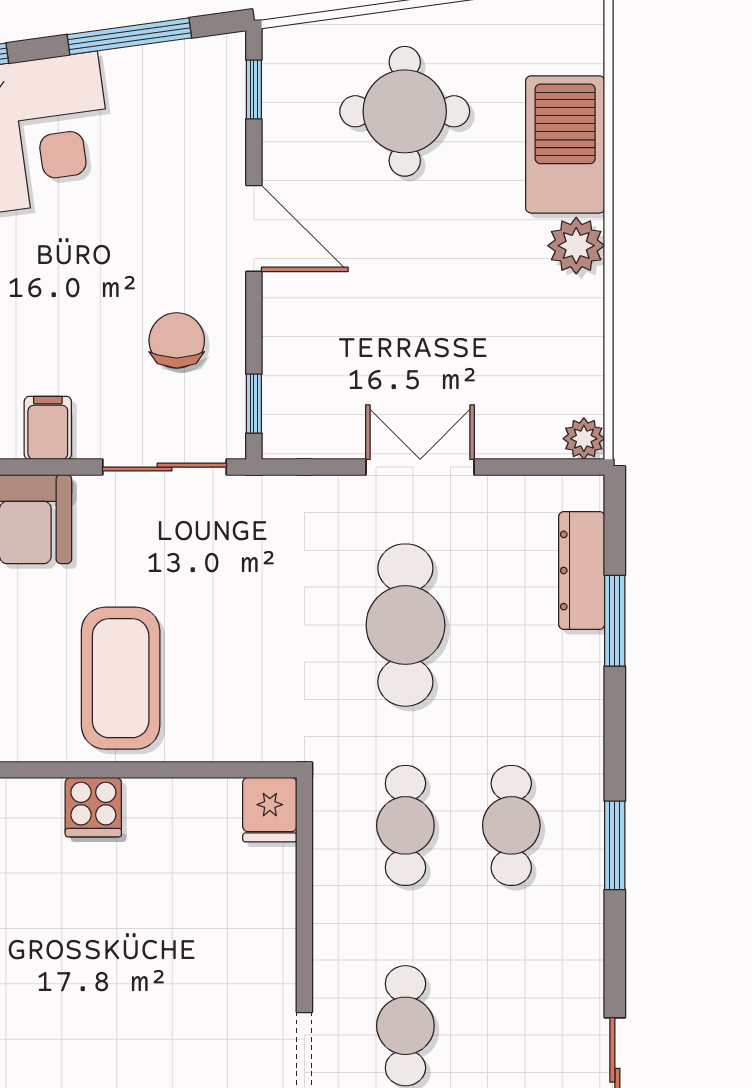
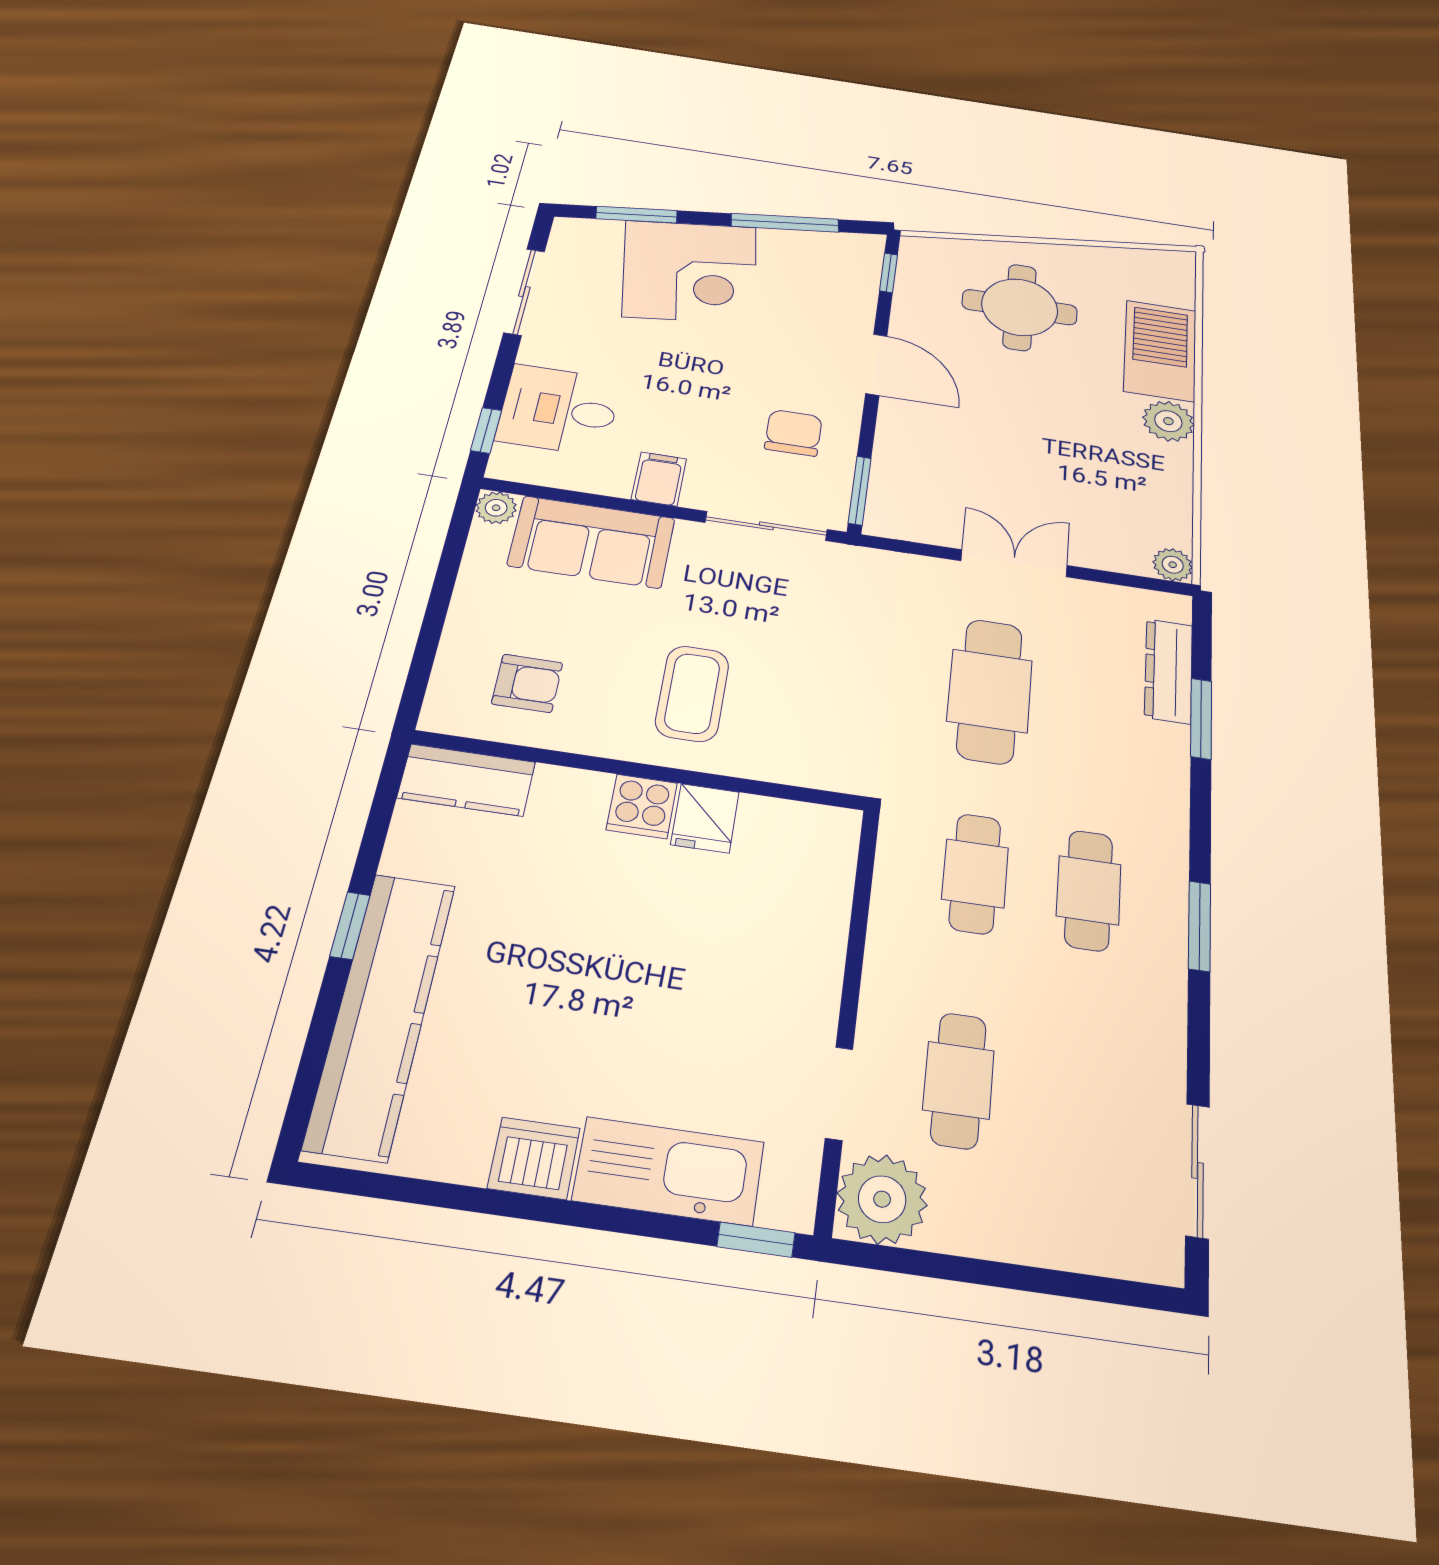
window: (254, 404) -> (860, 490), width x1.50
coffee table: (121, 678) -> (692, 693), width x0.73, depth x0.76
fridge: (270, 810) -> (705, 818), moved

